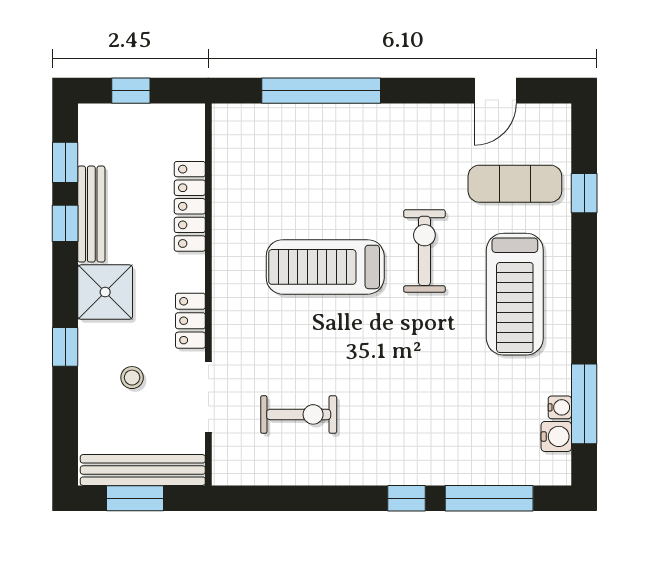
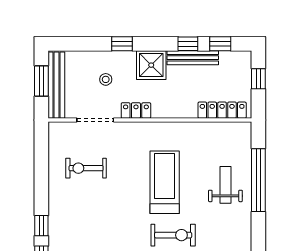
weight bench: (330, 153) -> (225, 185), added
locker: (190, 206) -> (222, 110), moved
exercise bike: (299, 414) -> (86, 168), turned 90

